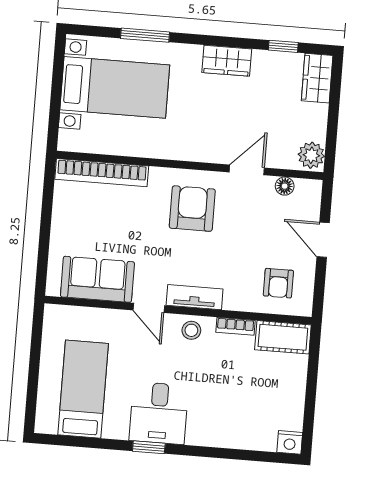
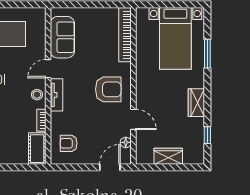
wardrobe: (317, 78) -> (168, 156), moved
plant: (311, 155) -> (145, 157), removed
door: (323, 240) -> (110, 167), moved

